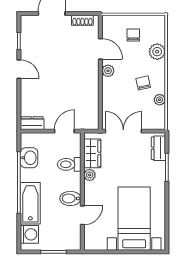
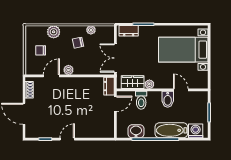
dresser: (32, 123) -> (109, 86), moved
door: (64, 131) -> (115, 104), swing flipped

